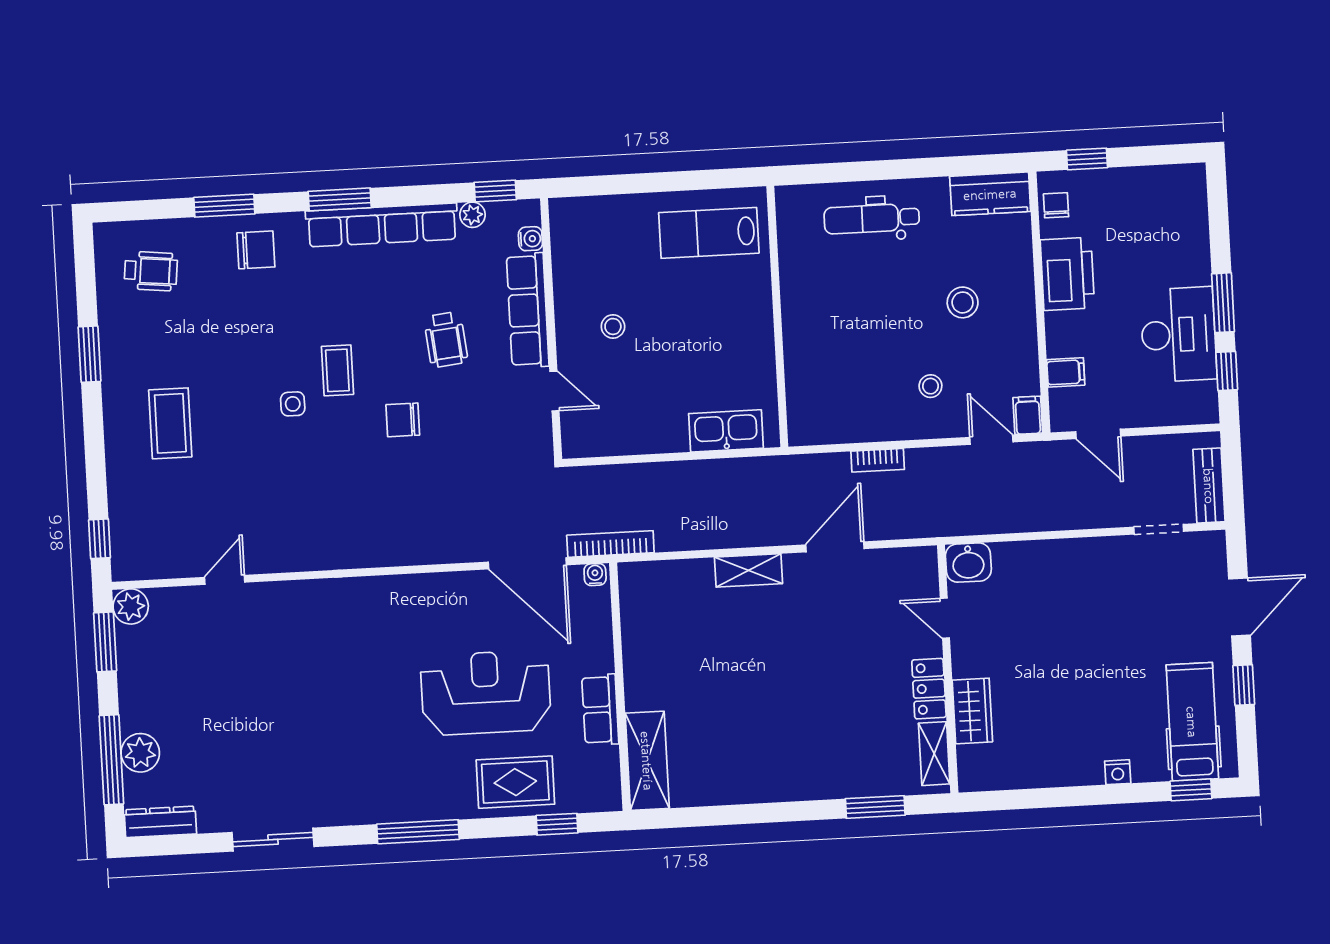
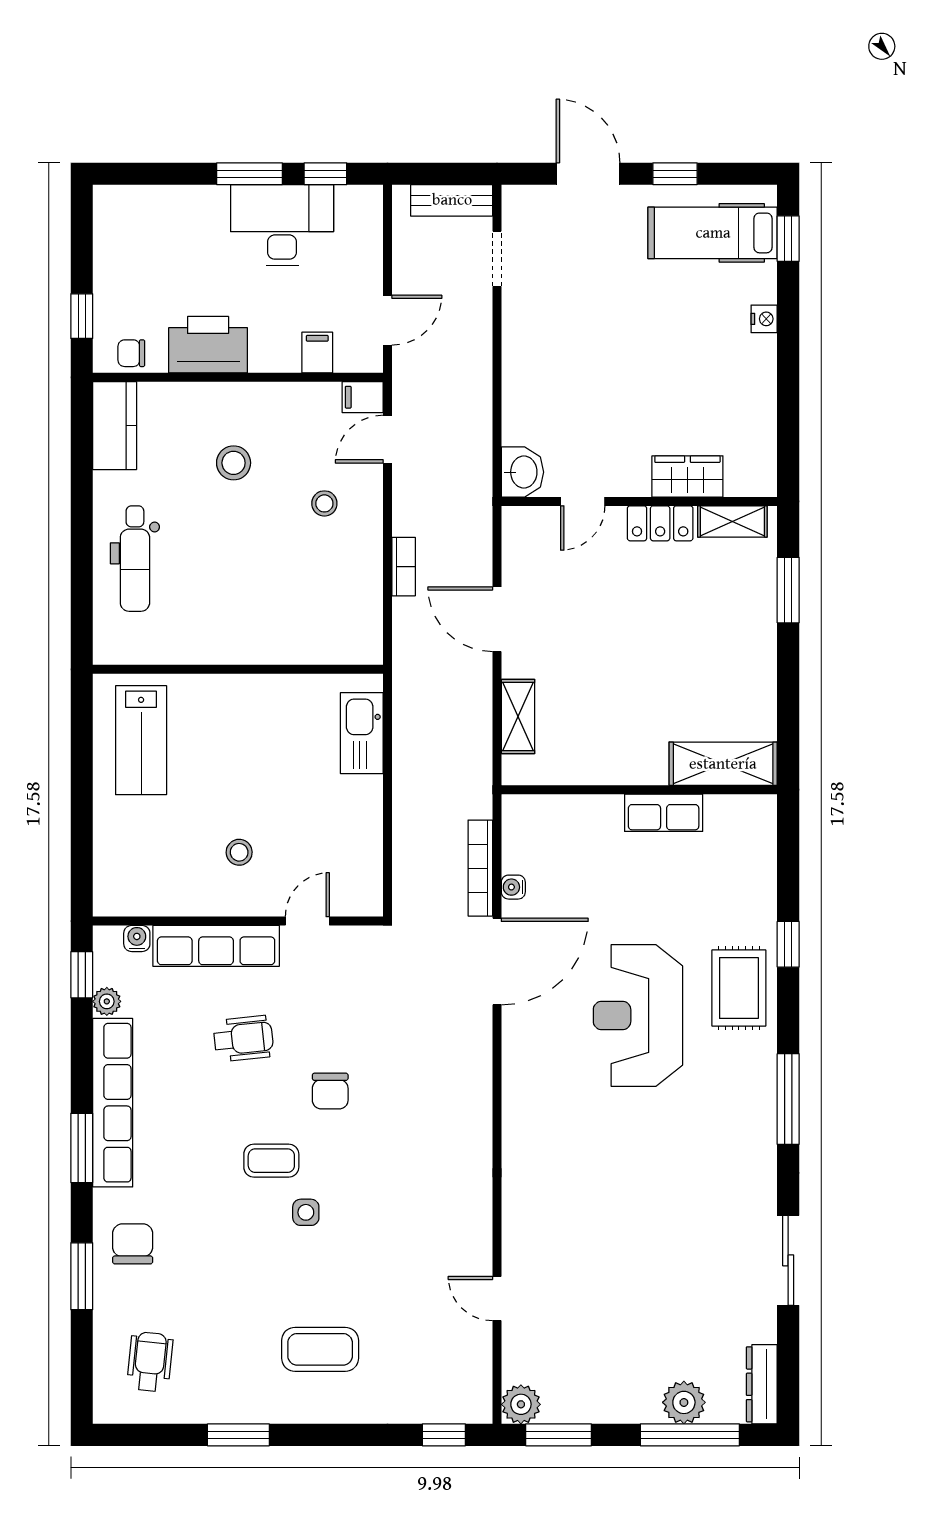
wall: (620, 687) -> (639, 790), moved
row of seats: (600, 710) -> (664, 813), moved
shelving: (647, 761) -> (723, 764), moved

